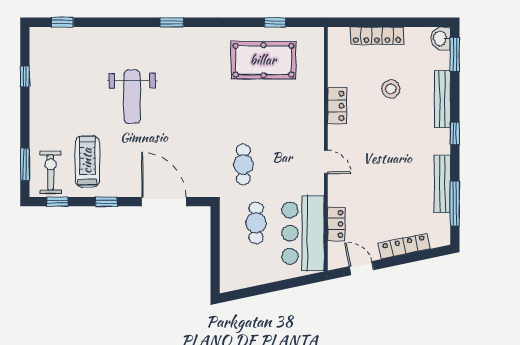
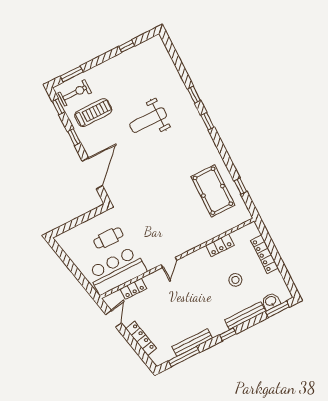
window: (62, 22) -> (194, 95), moved
washbasin: (441, 38) -> (271, 301), moved
locker: (337, 106) -> (220, 245), moved
cafe table: (243, 165) -> (141, 211), removed

